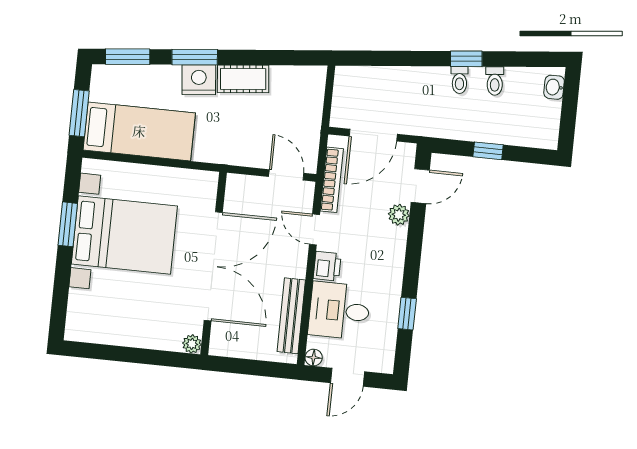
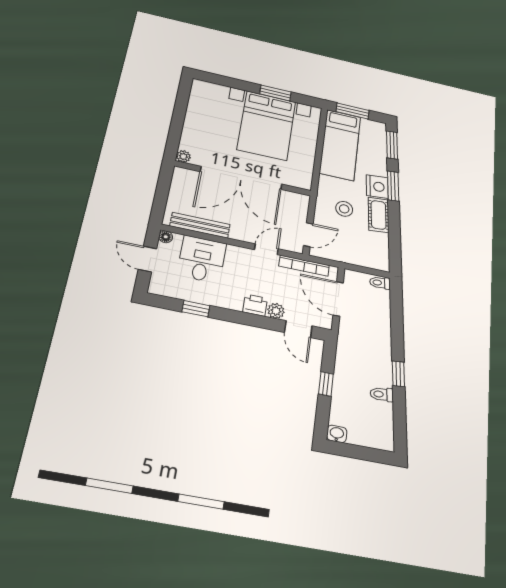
toilet: (459, 80) -> (380, 283), moved
washbasin: (554, 87) -> (337, 434), moved
stool: (240, 126) -> (344, 209), added
printer: (327, 266) -> (255, 305), moved, turned 180

